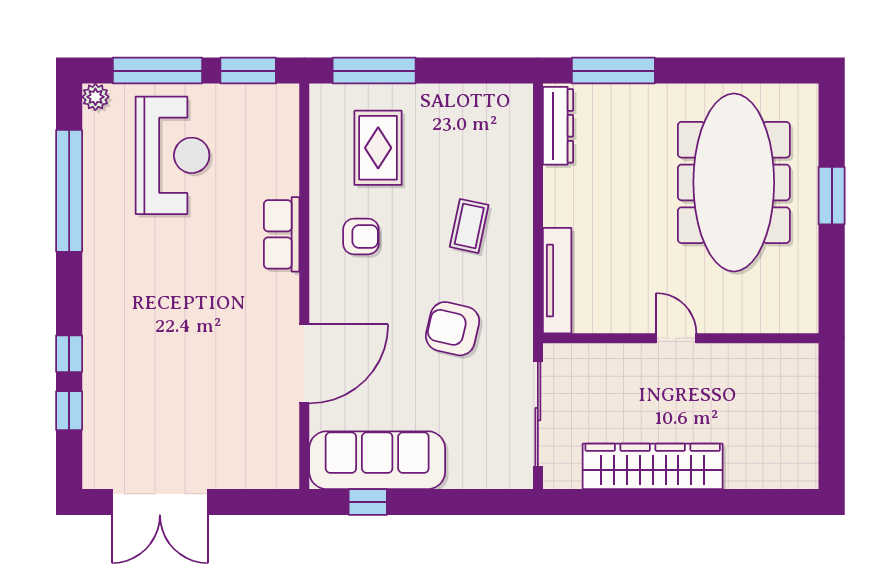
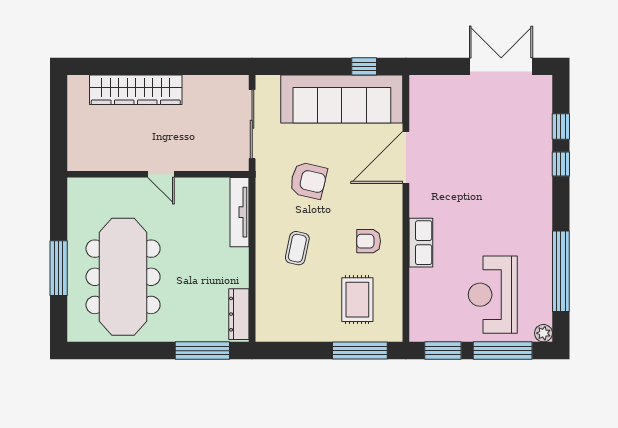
window: (832, 196) -> (59, 268), width x1.44
sofa: (377, 460) -> (342, 99), width x1.36, depth x1.27
wardrobe: (653, 466) -> (136, 90), moved

